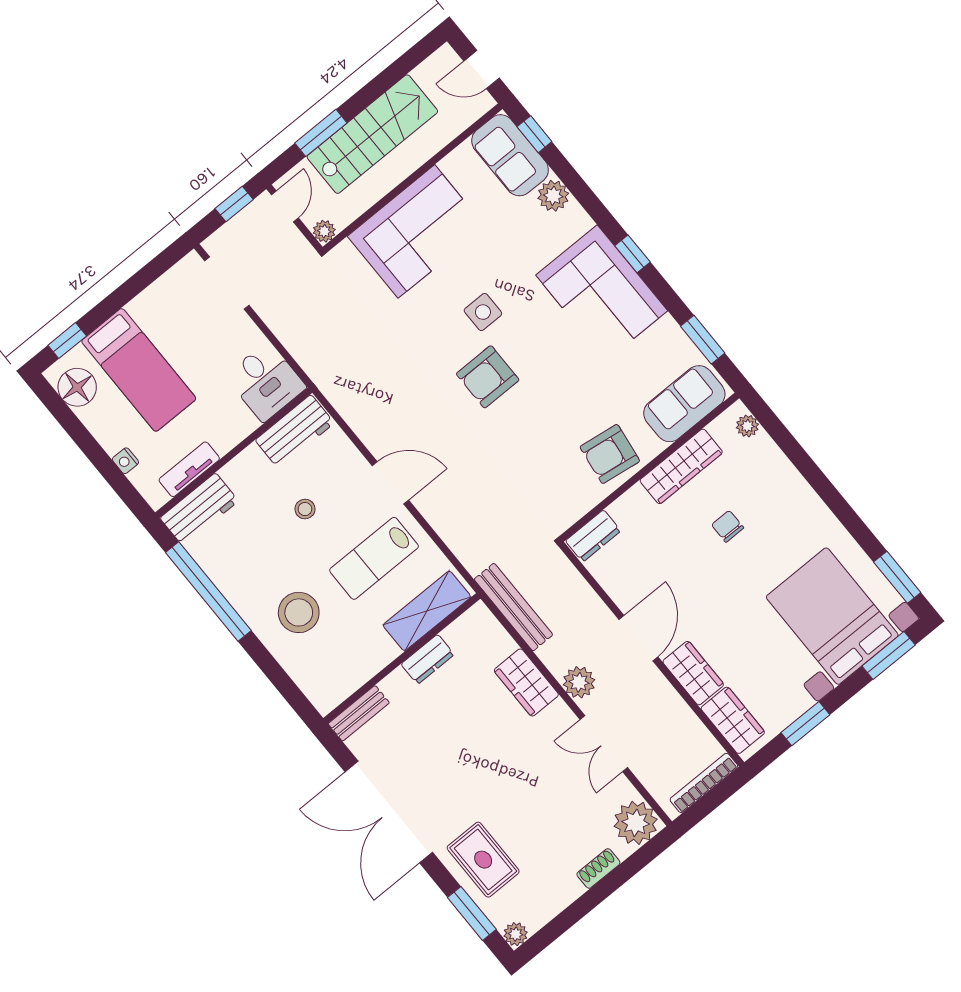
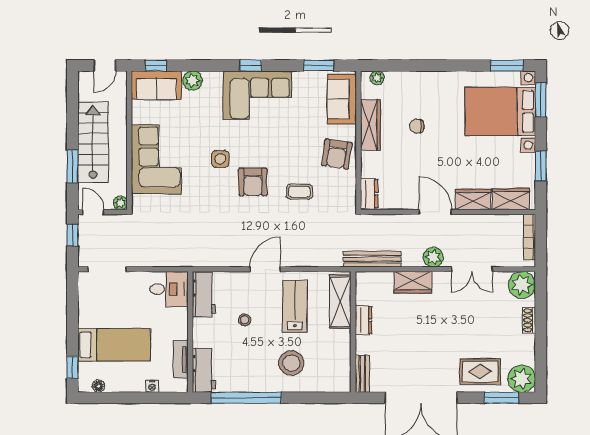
floor lamp: (77, 387) -> (98, 386), width x0.53, depth x0.53
coffee table: (523, 446) -> (299, 192), added
lab bench: (374, 558) -> (295, 306), turned 180
plant: (516, 934) -> (522, 379), width x1.88, depth x1.88

